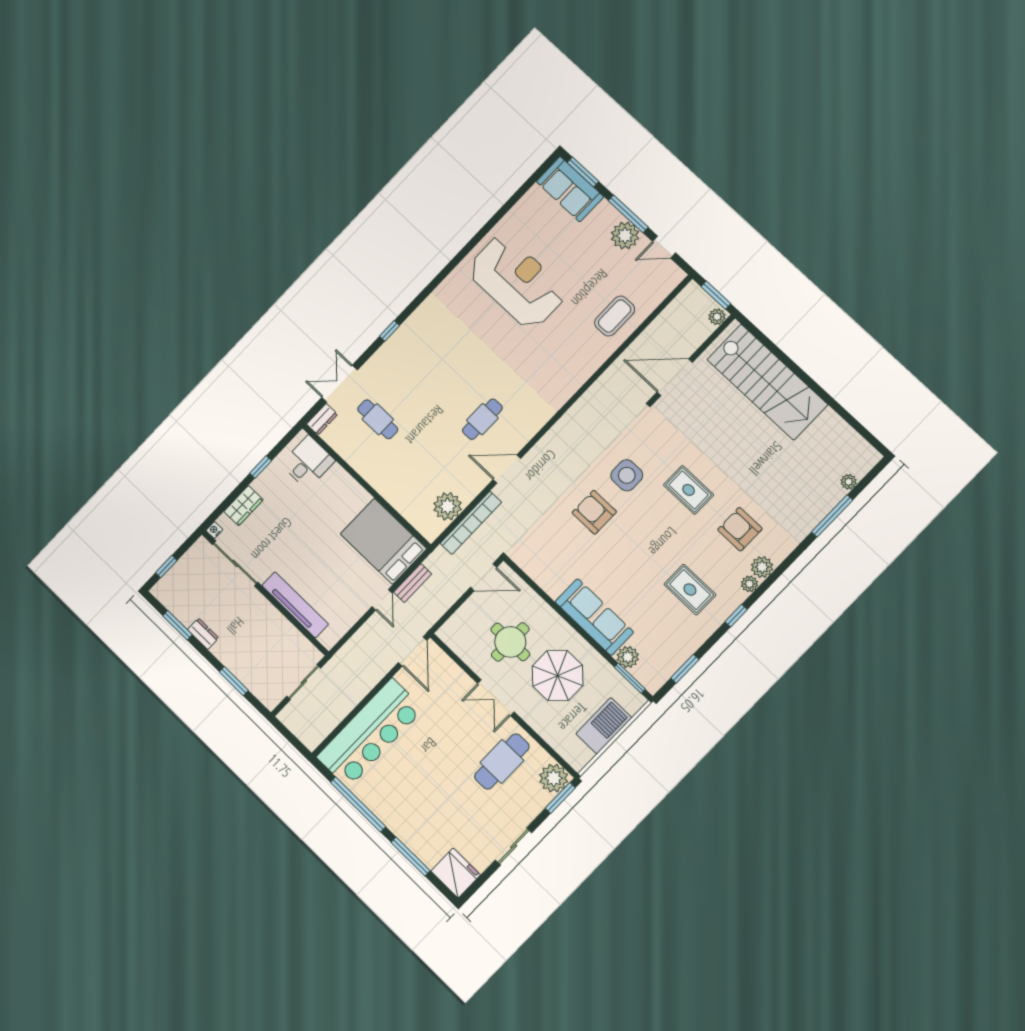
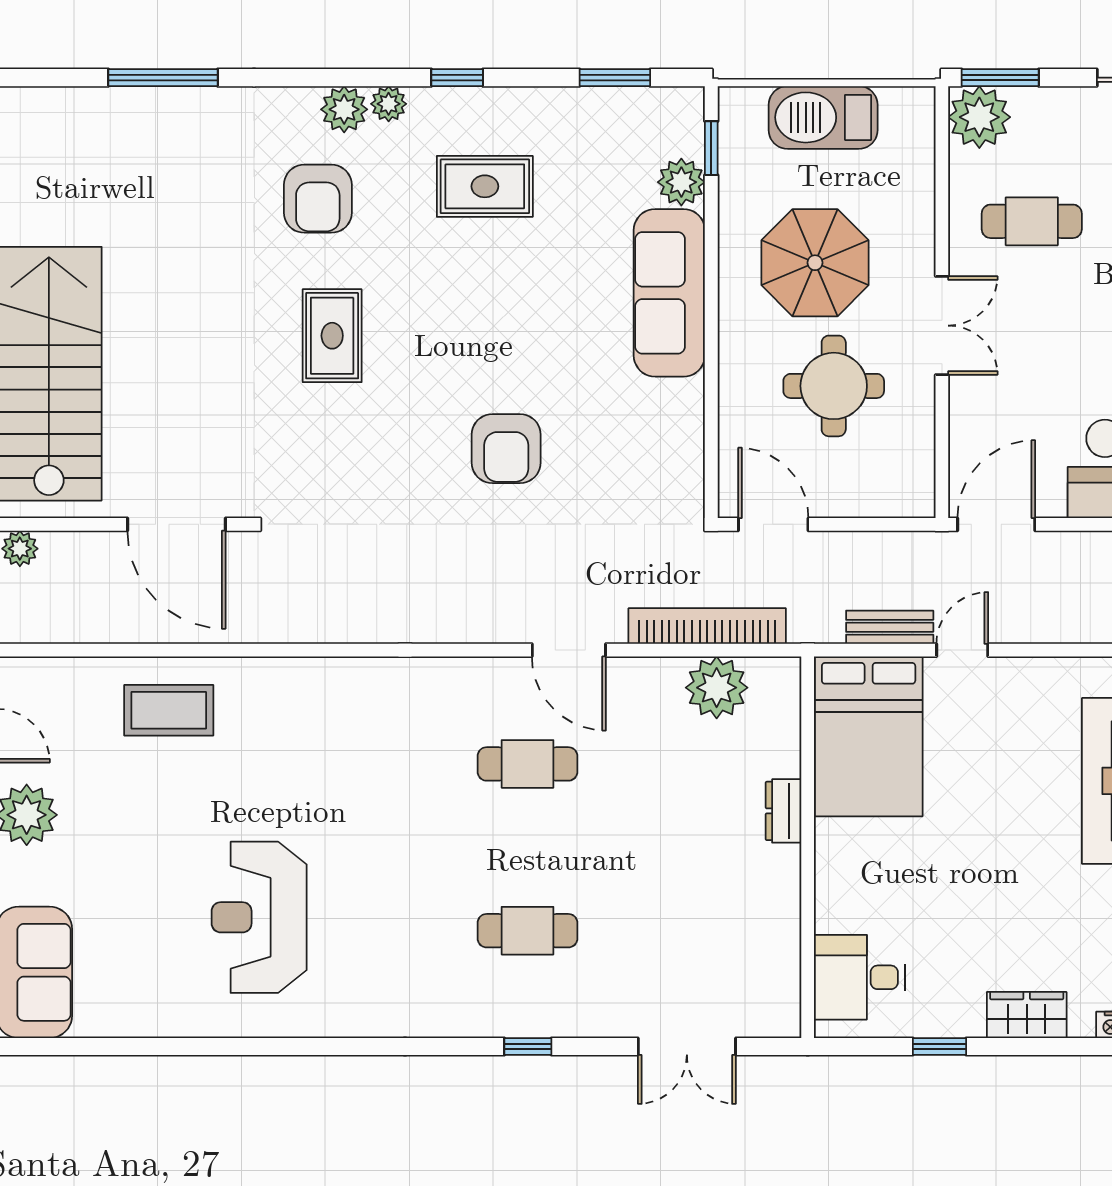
reception desk: (517, 282) -> (259, 917), width x0.74, depth x0.77
dresser: (322, 419) -> (784, 811), moved, turned -90
cafe table: (378, 419) -> (527, 931), moved, turned 90
side table: (627, 475) -> (400, 453), removed
plant: (849, 482) -> (86, 103), removed
rug: (690, 590) -> (485, 186), turned 90
window: (630, 678) -> (711, 148), width x0.67
cafe table: (502, 762) -> (1032, 221), width x0.73, depth x0.74

